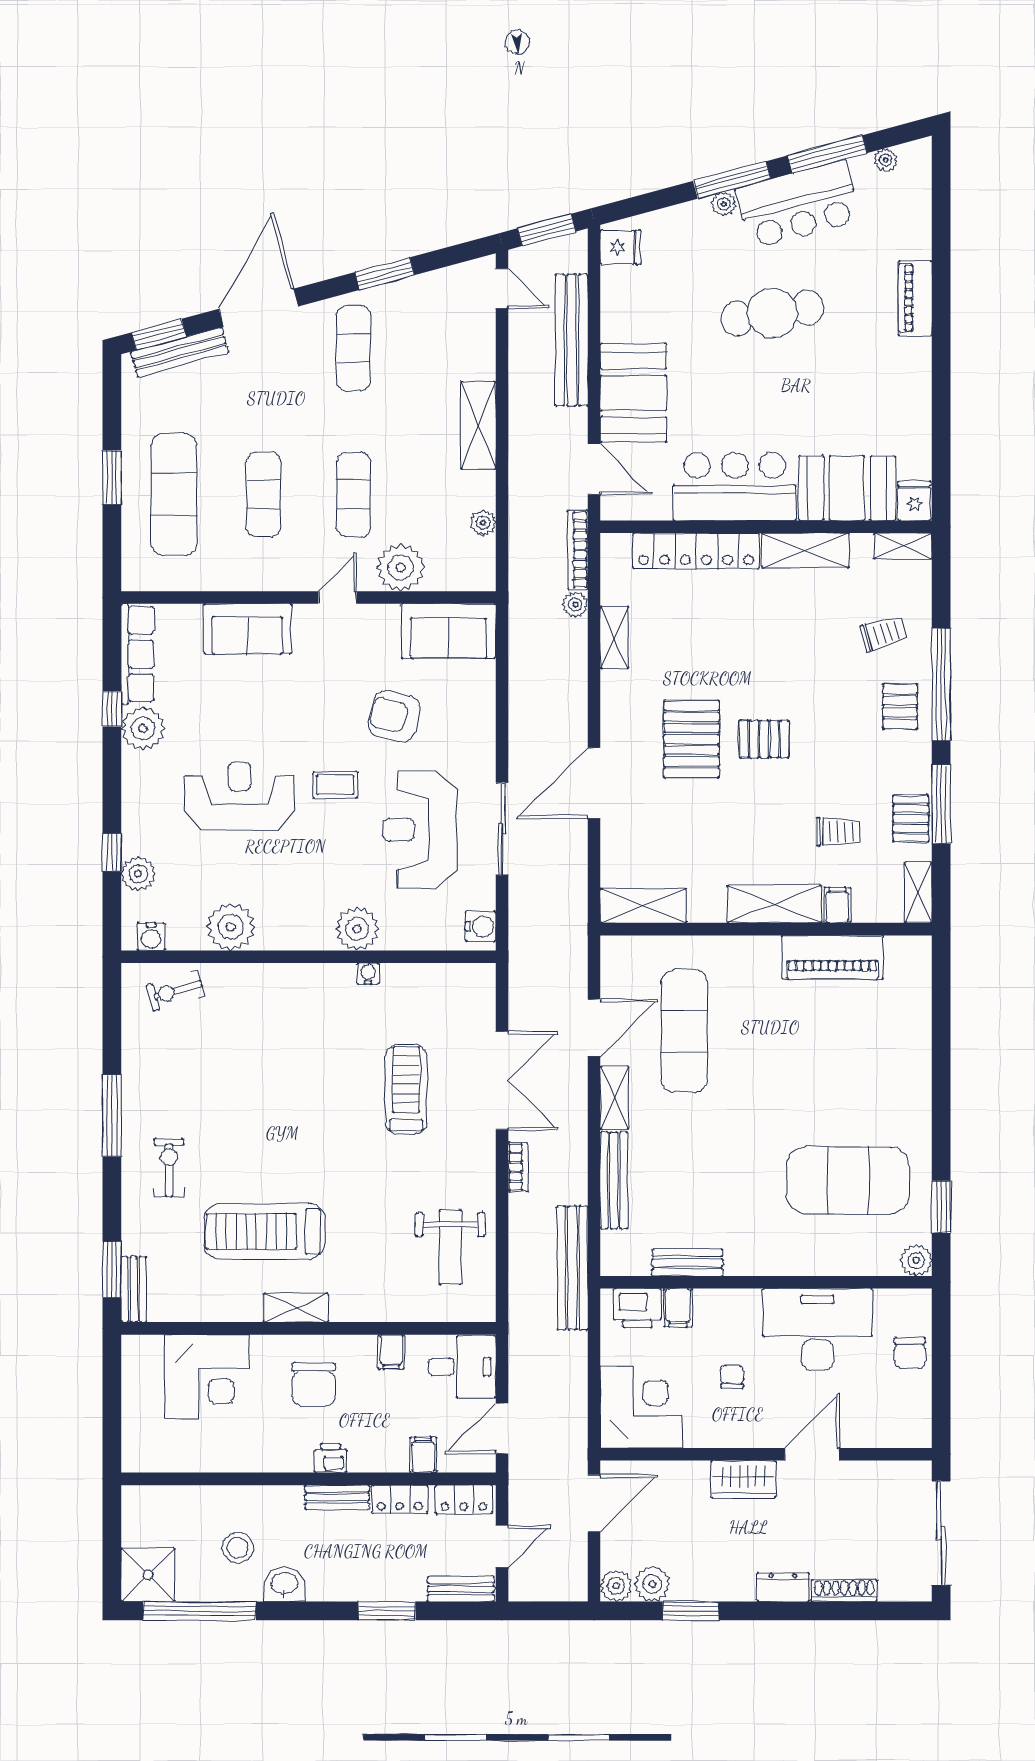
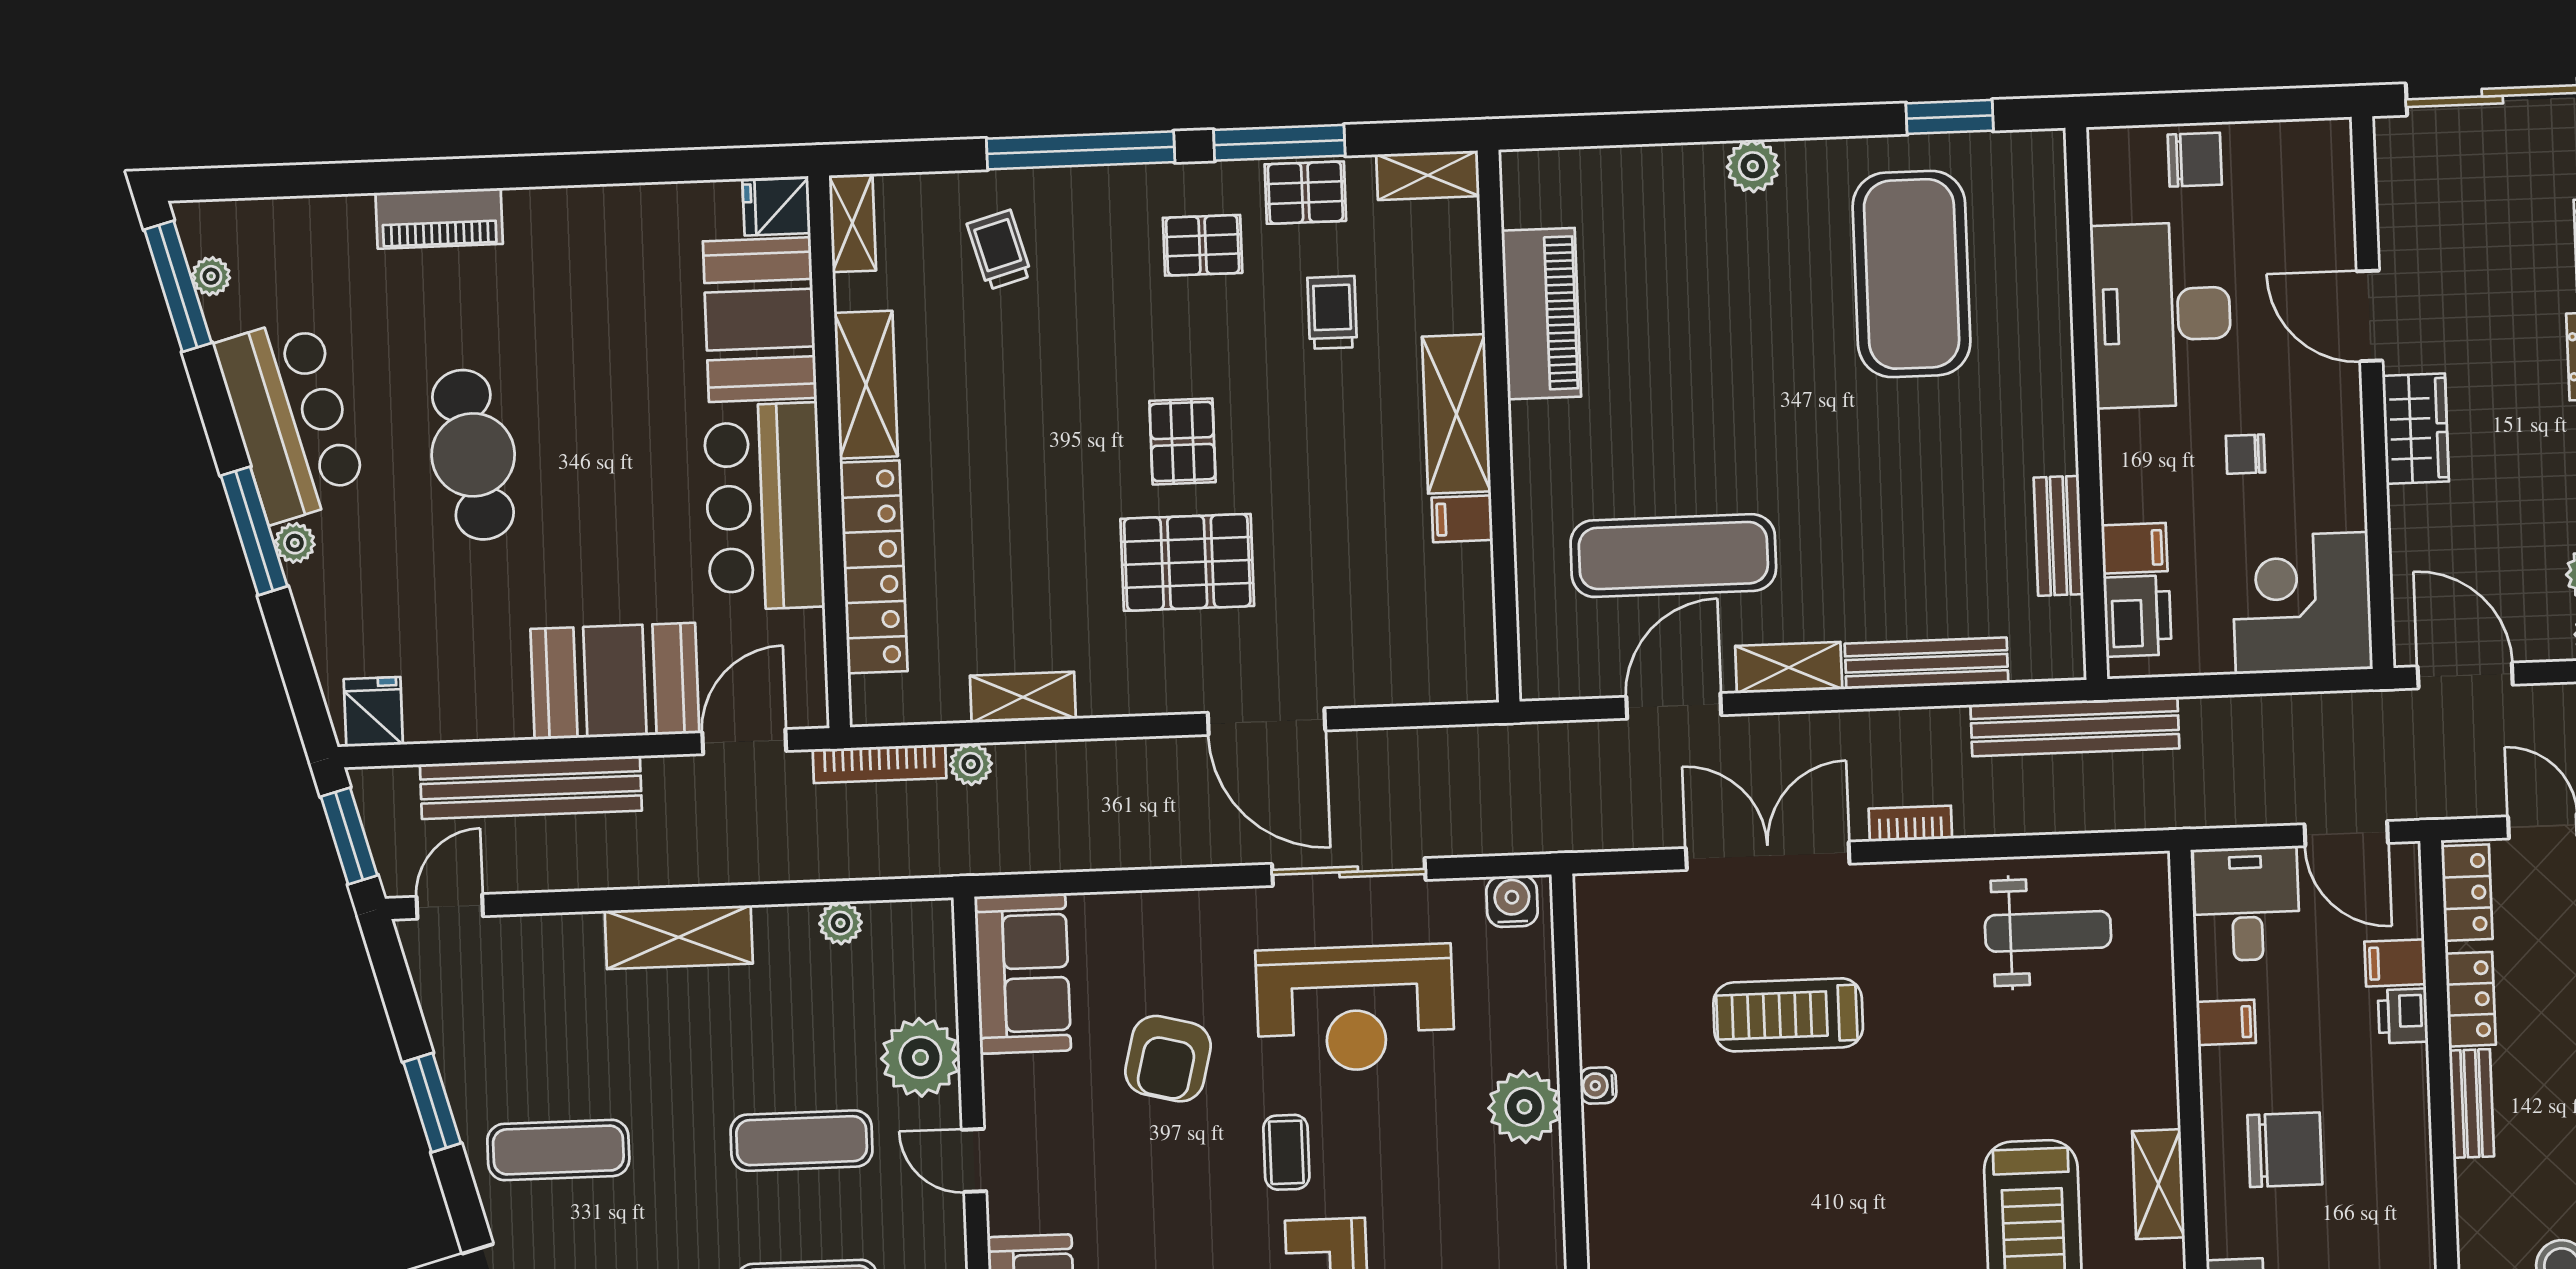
window: (827, 154) -> (178, 286), moved
pallet: (900, 707) -> (1203, 245), moved
filing cabinet: (837, 905) -> (1462, 519), moved
shelving: (643, 906) -> (1468, 632), removed
door: (594, 1028) -> (1674, 706), hinge flipped
plant: (916, 1260) -> (1753, 166), moved
printer: (331, 1458) -> (2403, 1016), moved

